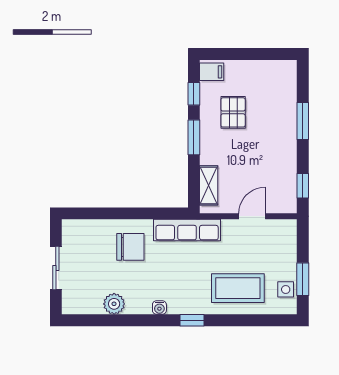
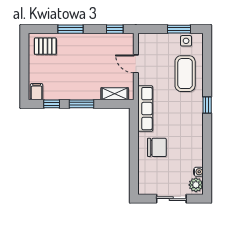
pallet: (233, 112) -> (45, 46), moved
chair: (130, 247) -> (157, 147), turned 90
plant: (114, 304) -> (196, 185), moved
water cooler: (159, 308) -> (198, 172), moved

